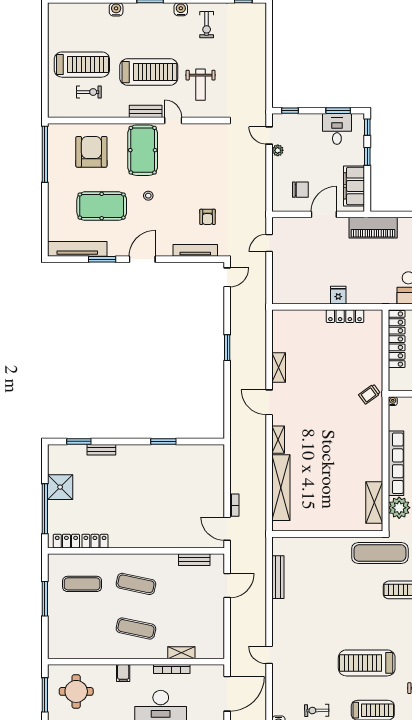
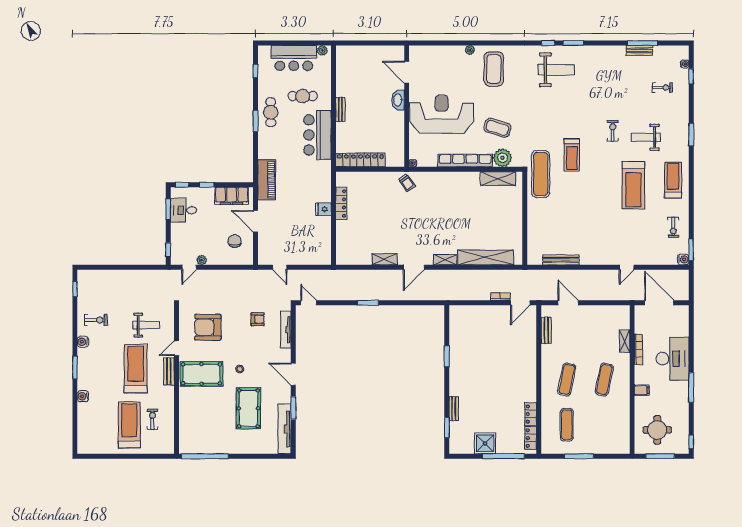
armchair: (91, 152) -> (208, 327), moved

